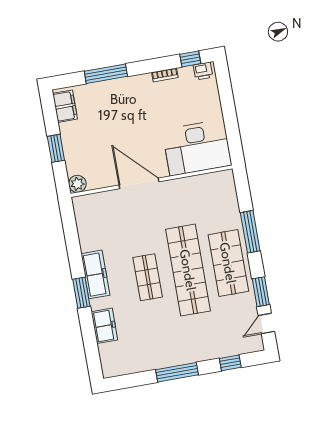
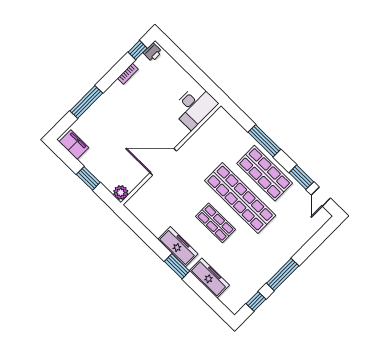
desk: (197, 148) -> (194, 107), width x0.73, depth x0.77
freezer: (104, 326) -> (209, 278), width x1.40
window: (230, 363) -> (256, 301), moved

